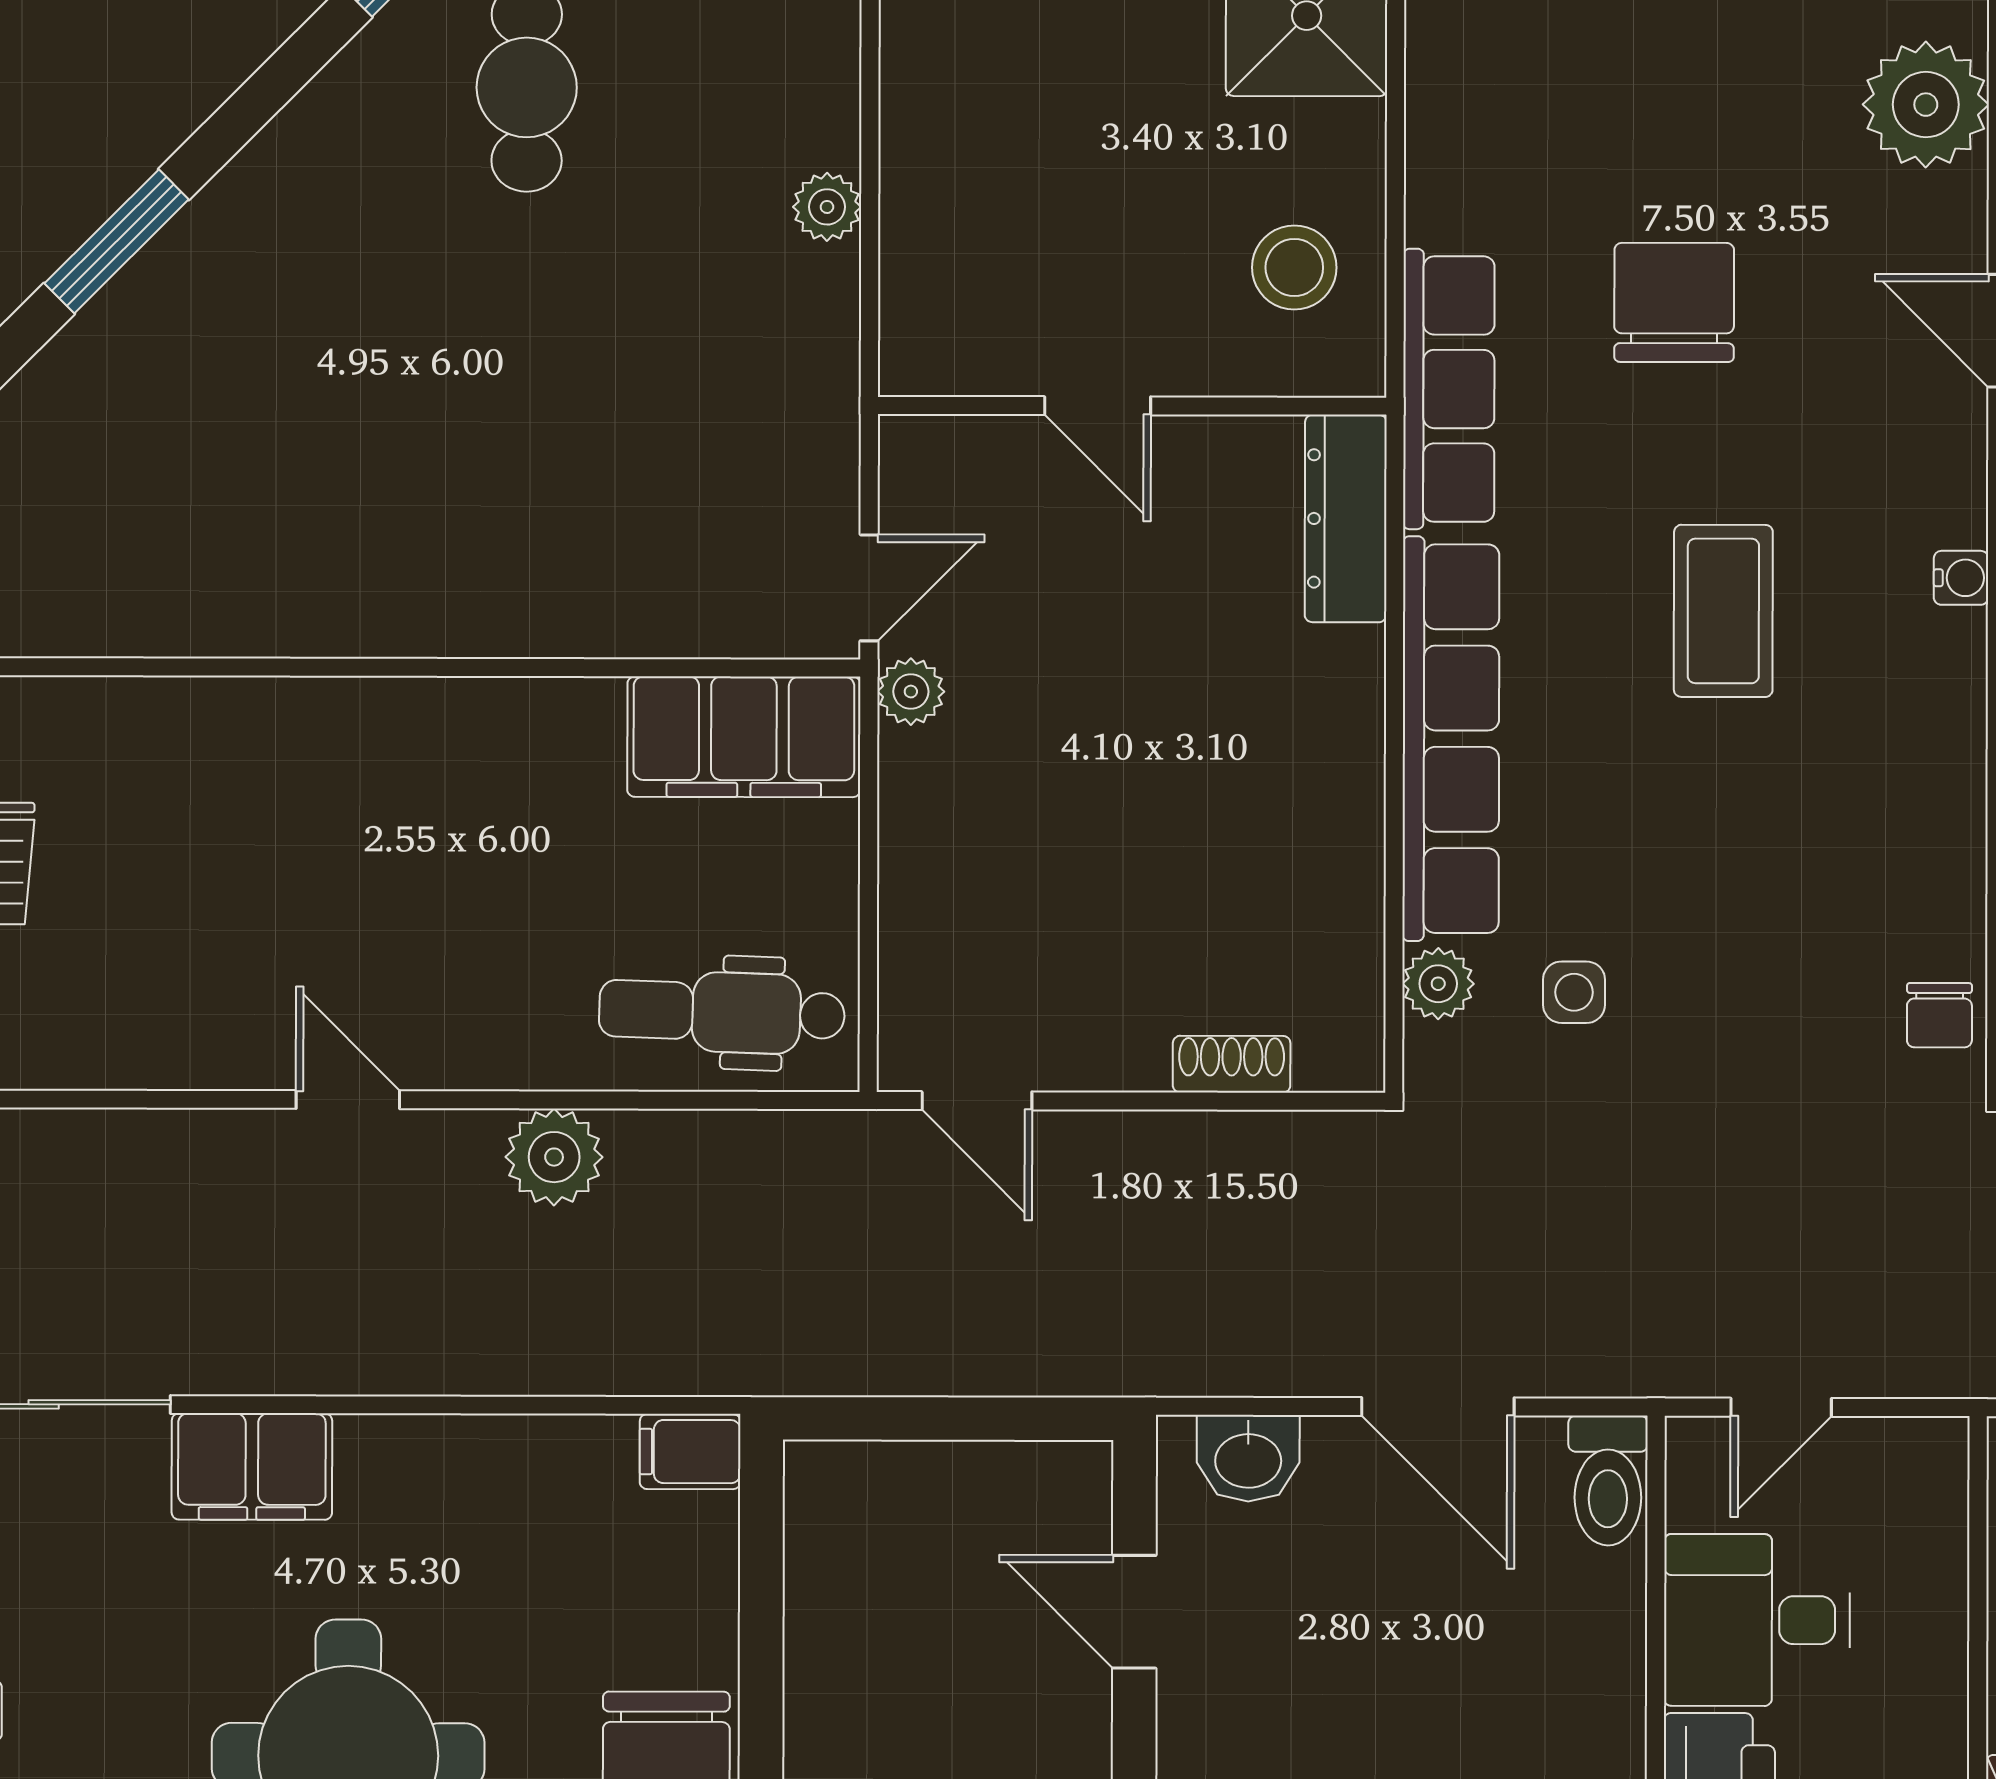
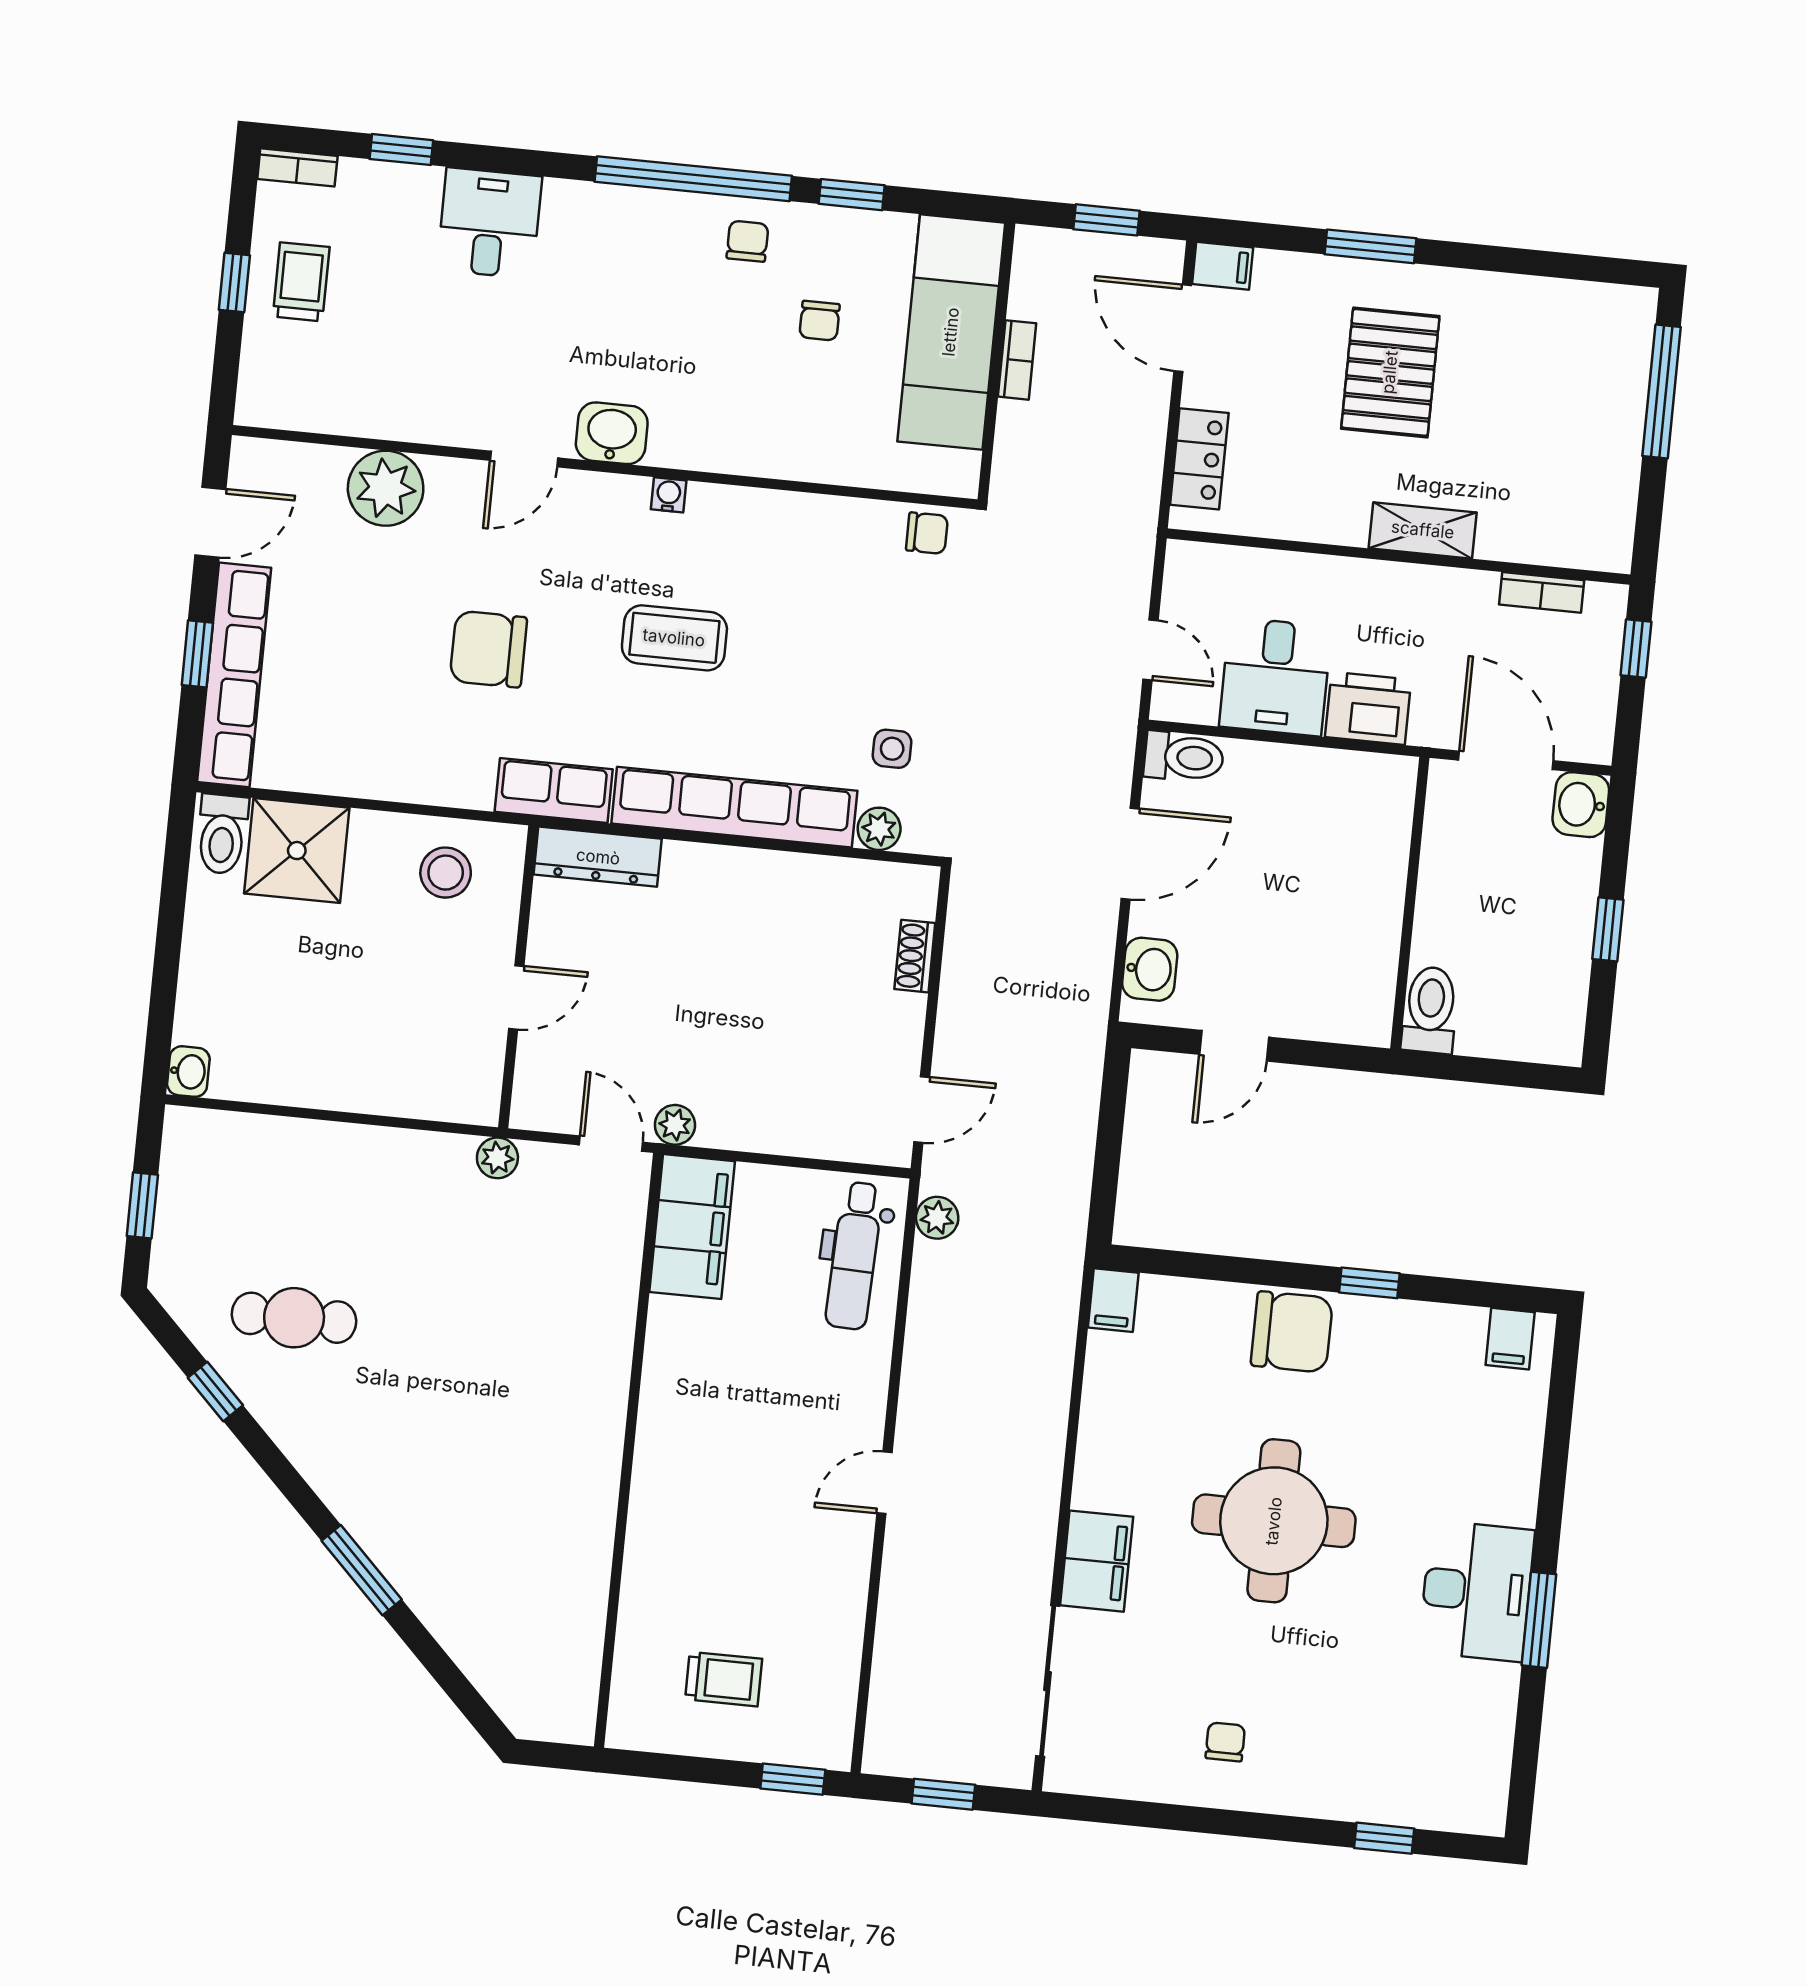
plant: (827, 207) -> (497, 1158), moved
row of seats: (1449, 389) -> (554, 791), width x0.68
plant: (554, 1157) -> (937, 1218), moved, width x0.73, depth x0.73

